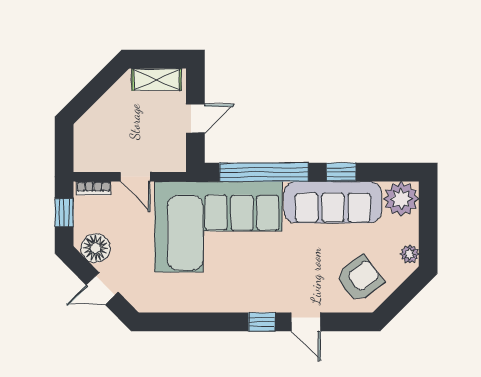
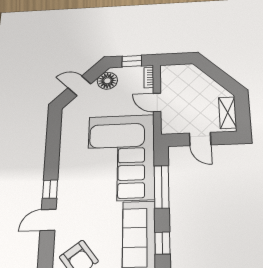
window: (264, 172) -> (162, 187), width x0.68
door: (135, 177) -> (157, 102), hinge flipped
door: (102, 289) -> (79, 86), hinge flipped

